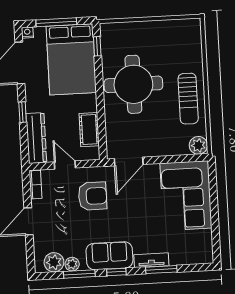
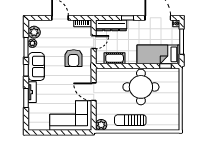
bed: (71, 59) -> (158, 54), width x0.67
door: (129, 161) -> (94, 92), moved

